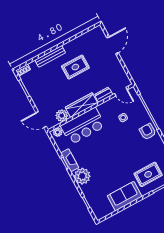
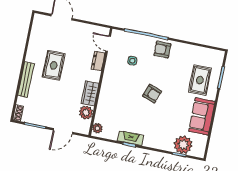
door: (121, 92) -> (108, 44), swing flipped
wardrobe: (81, 105) -> (90, 93), width x0.67
door: (41, 120) -> (63, 131), moved
bar counter: (83, 126) -> (111, 102), removed
armchair: (112, 150) -> (152, 94), added
plant: (82, 176) -> (183, 145), moved

